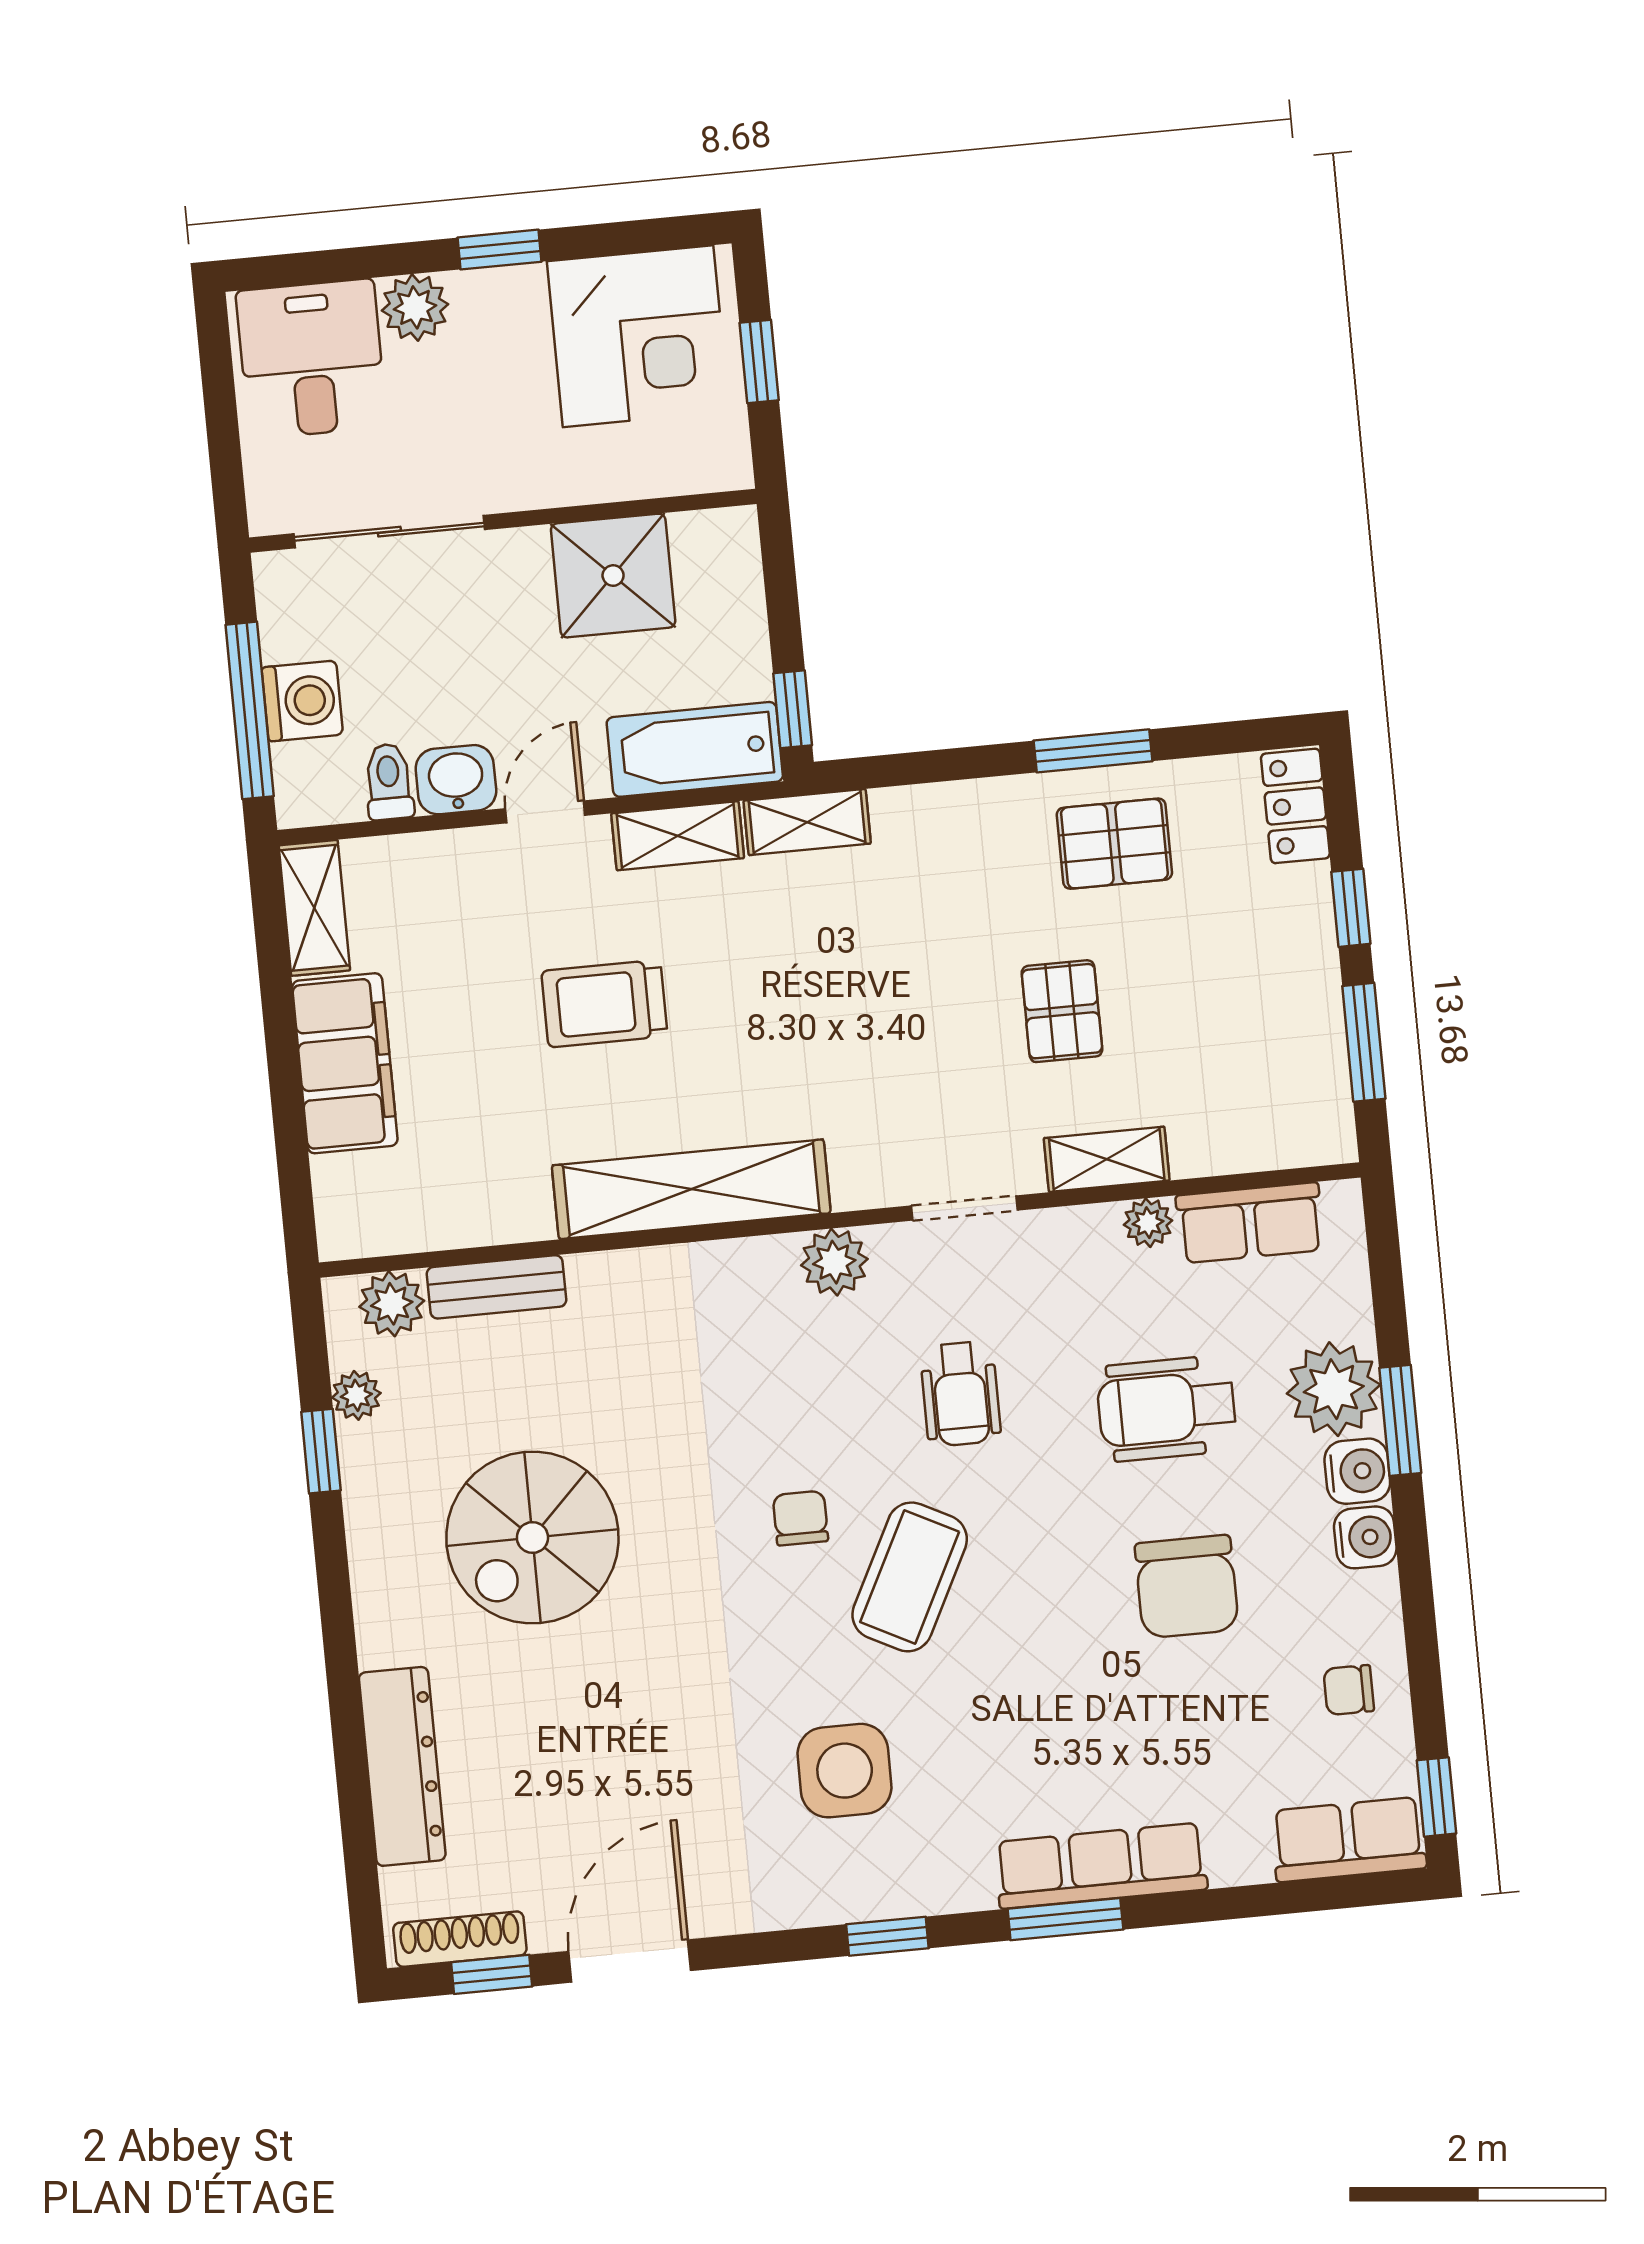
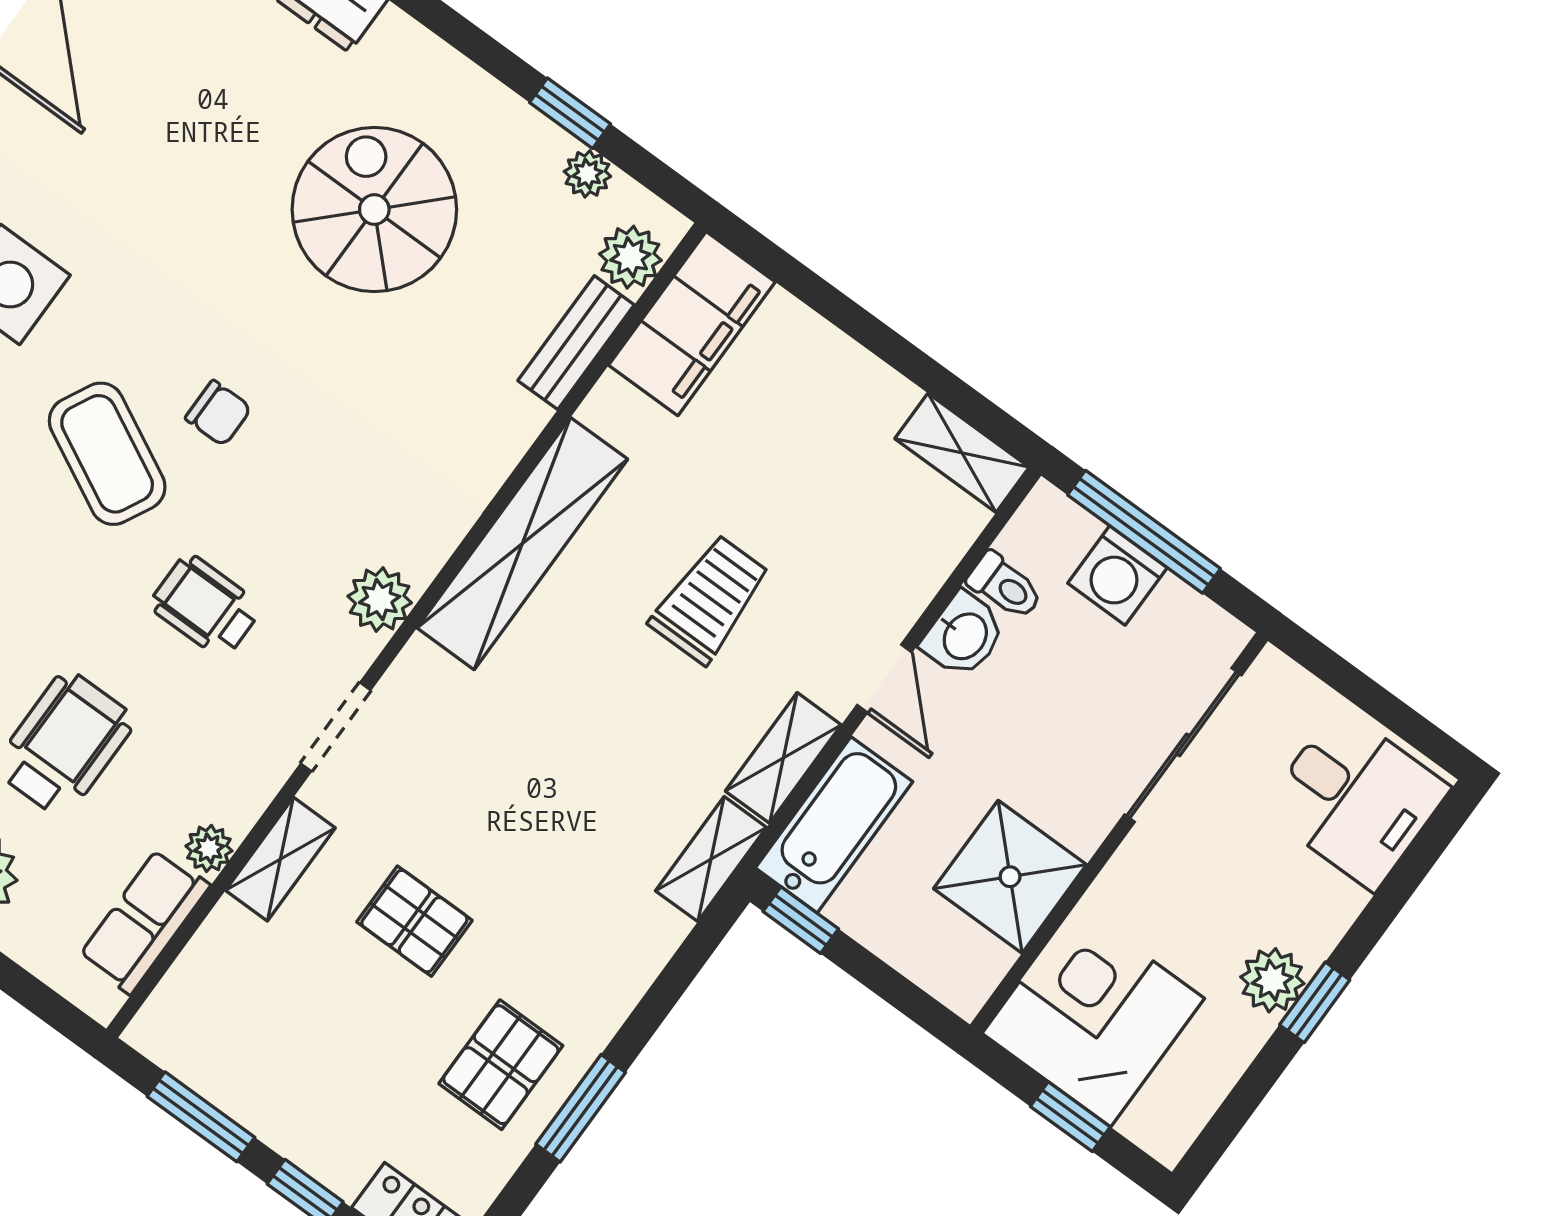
plant: (415, 307) -> (1272, 980), moved
corner desk: (638, 336) -> (1093, 1016), moved, turned 90
filing cabinet: (345, 1063) -> (692, 324), moved, turned -90

